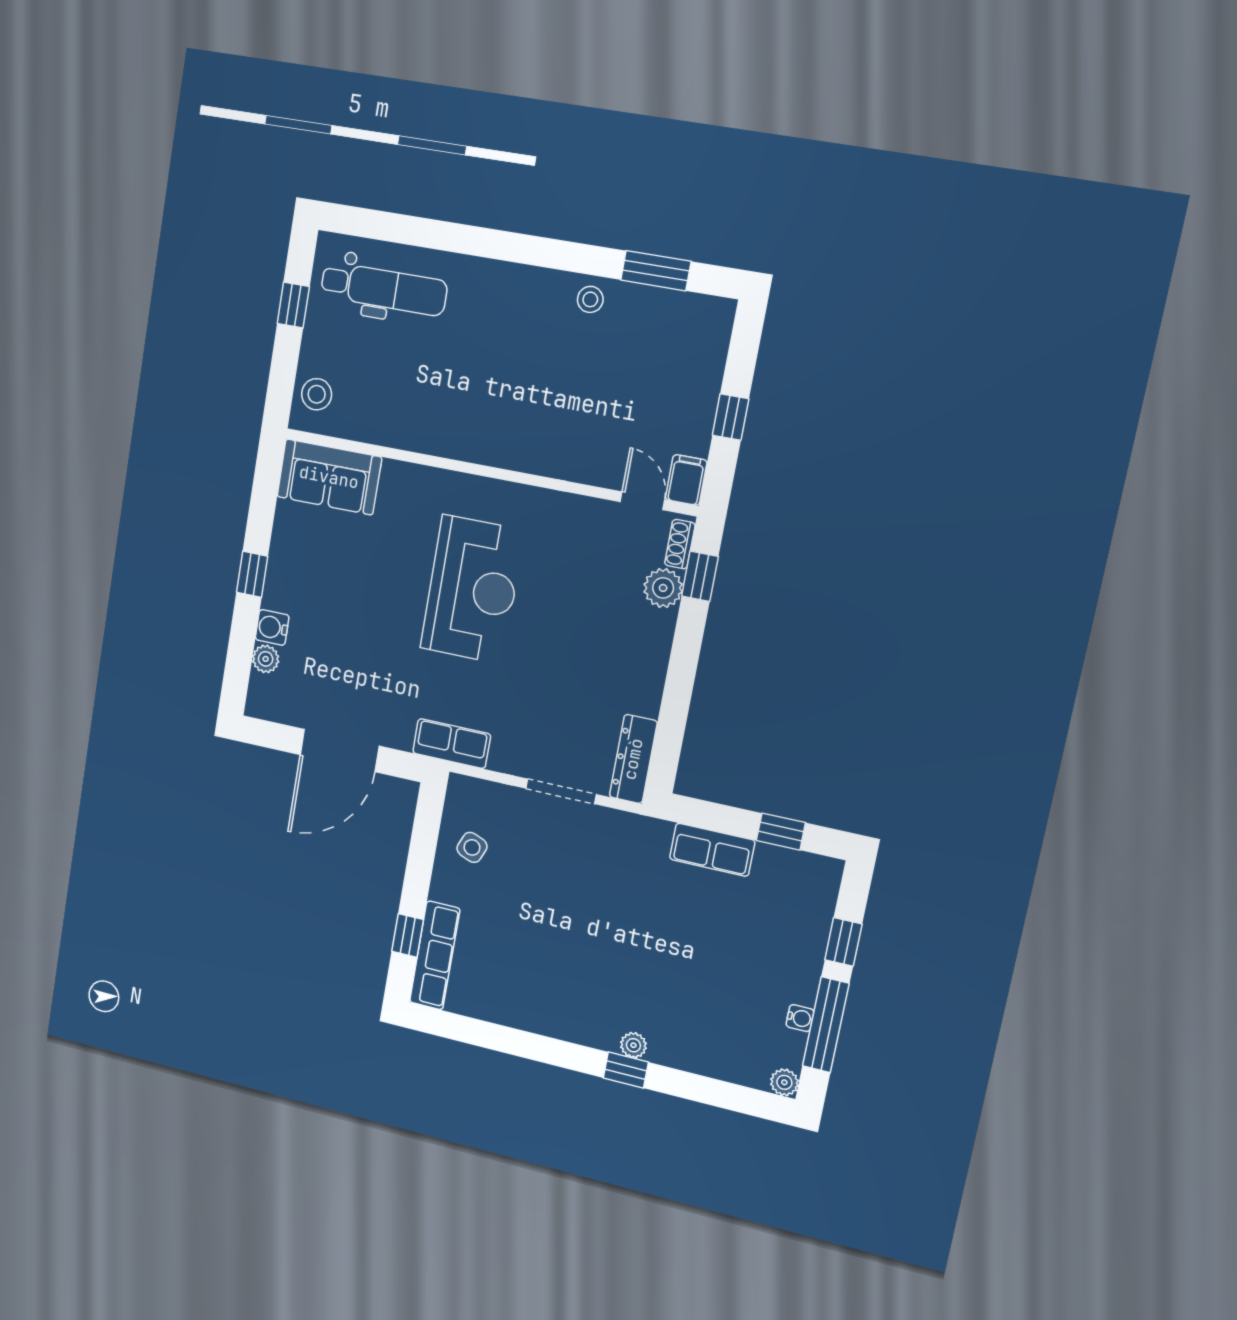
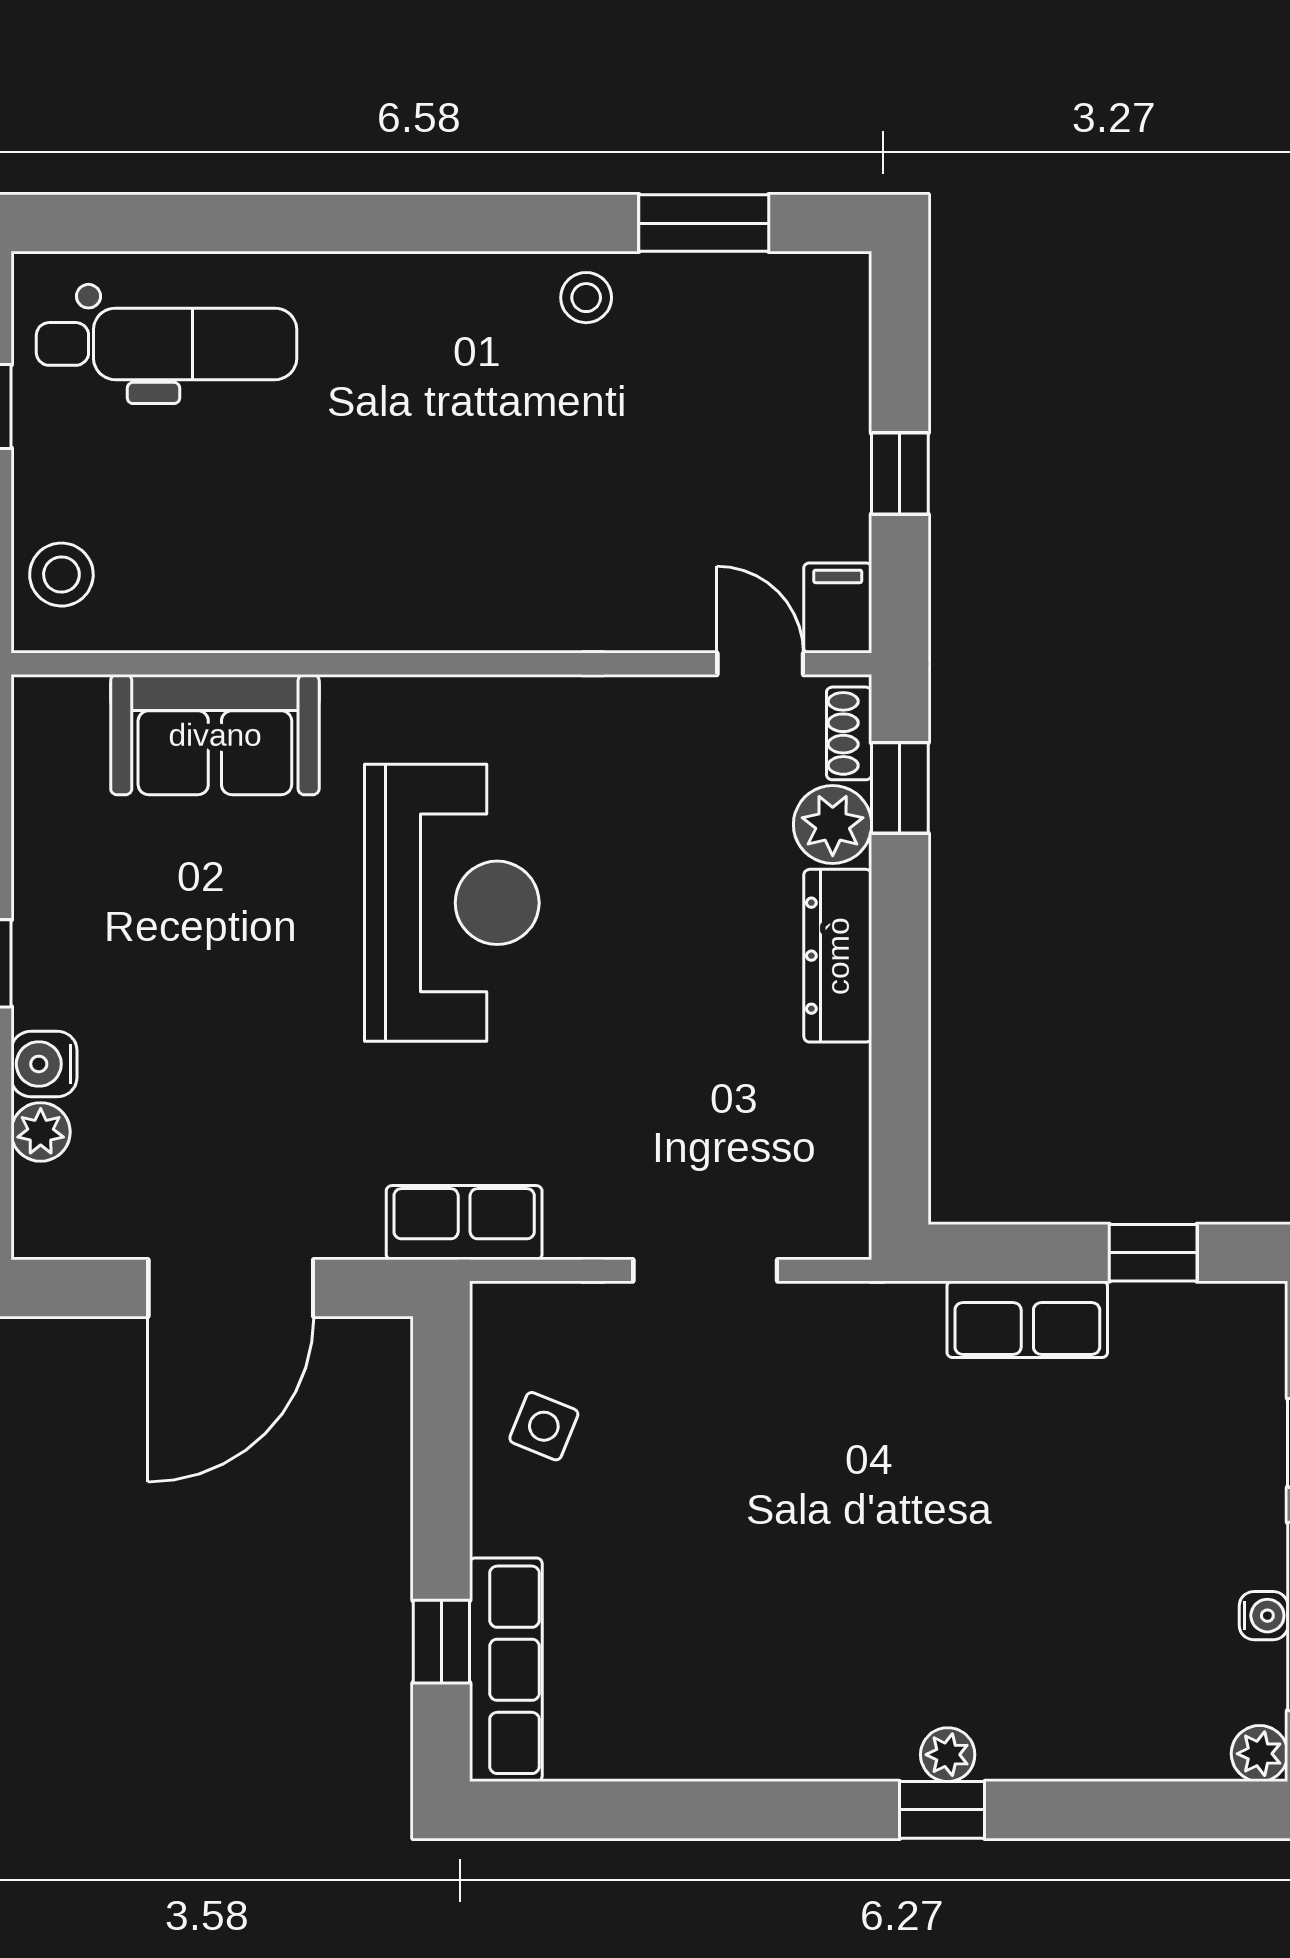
sofa: (329, 477) -> (215, 735), moved
dresser: (633, 759) -> (838, 956), moved

